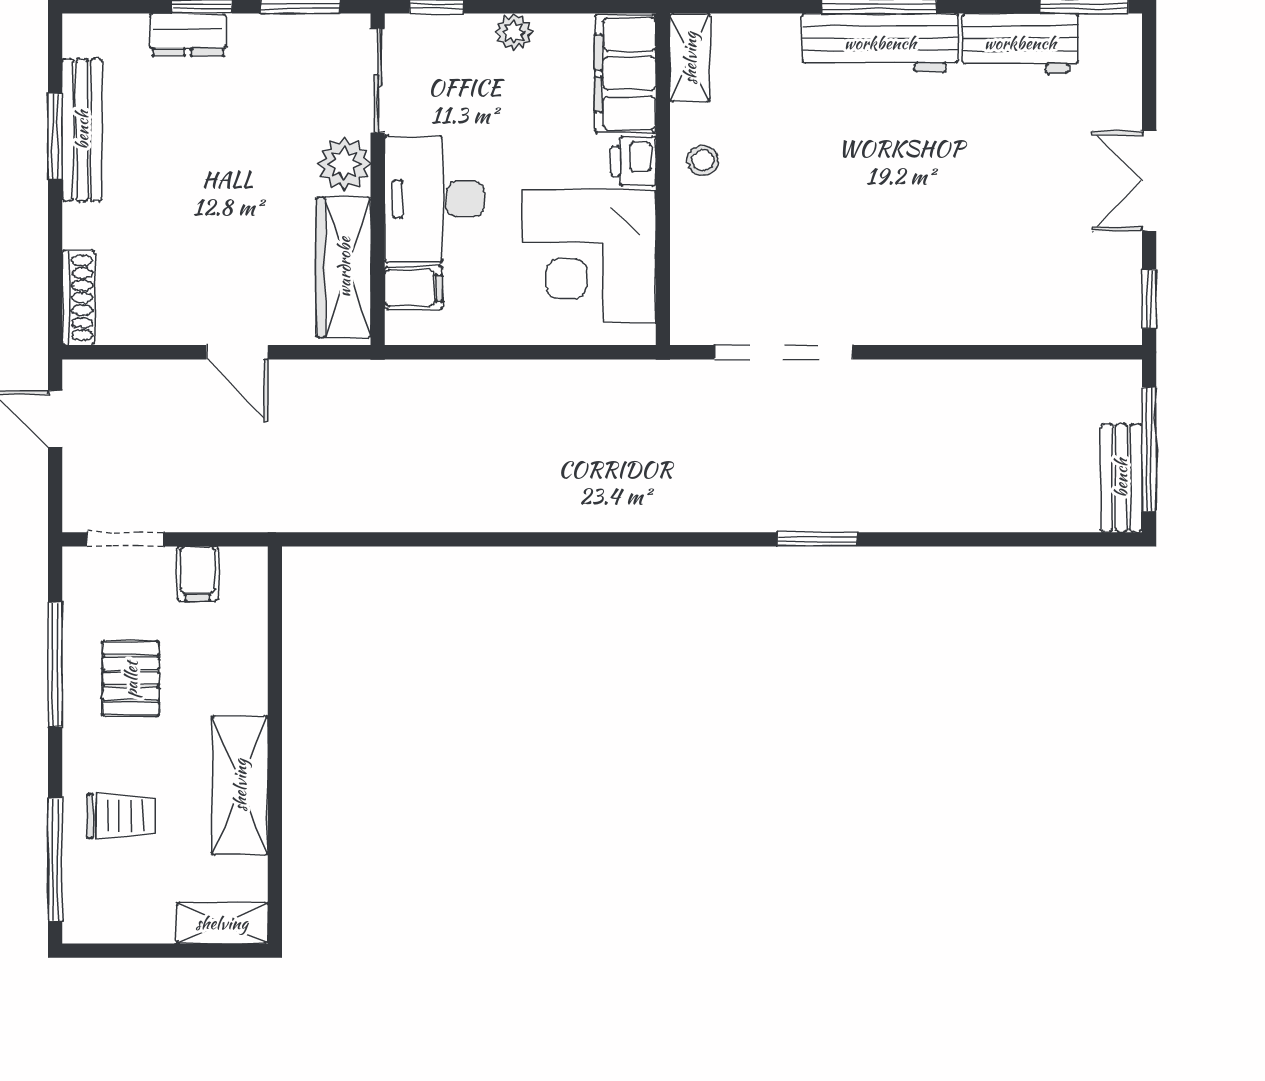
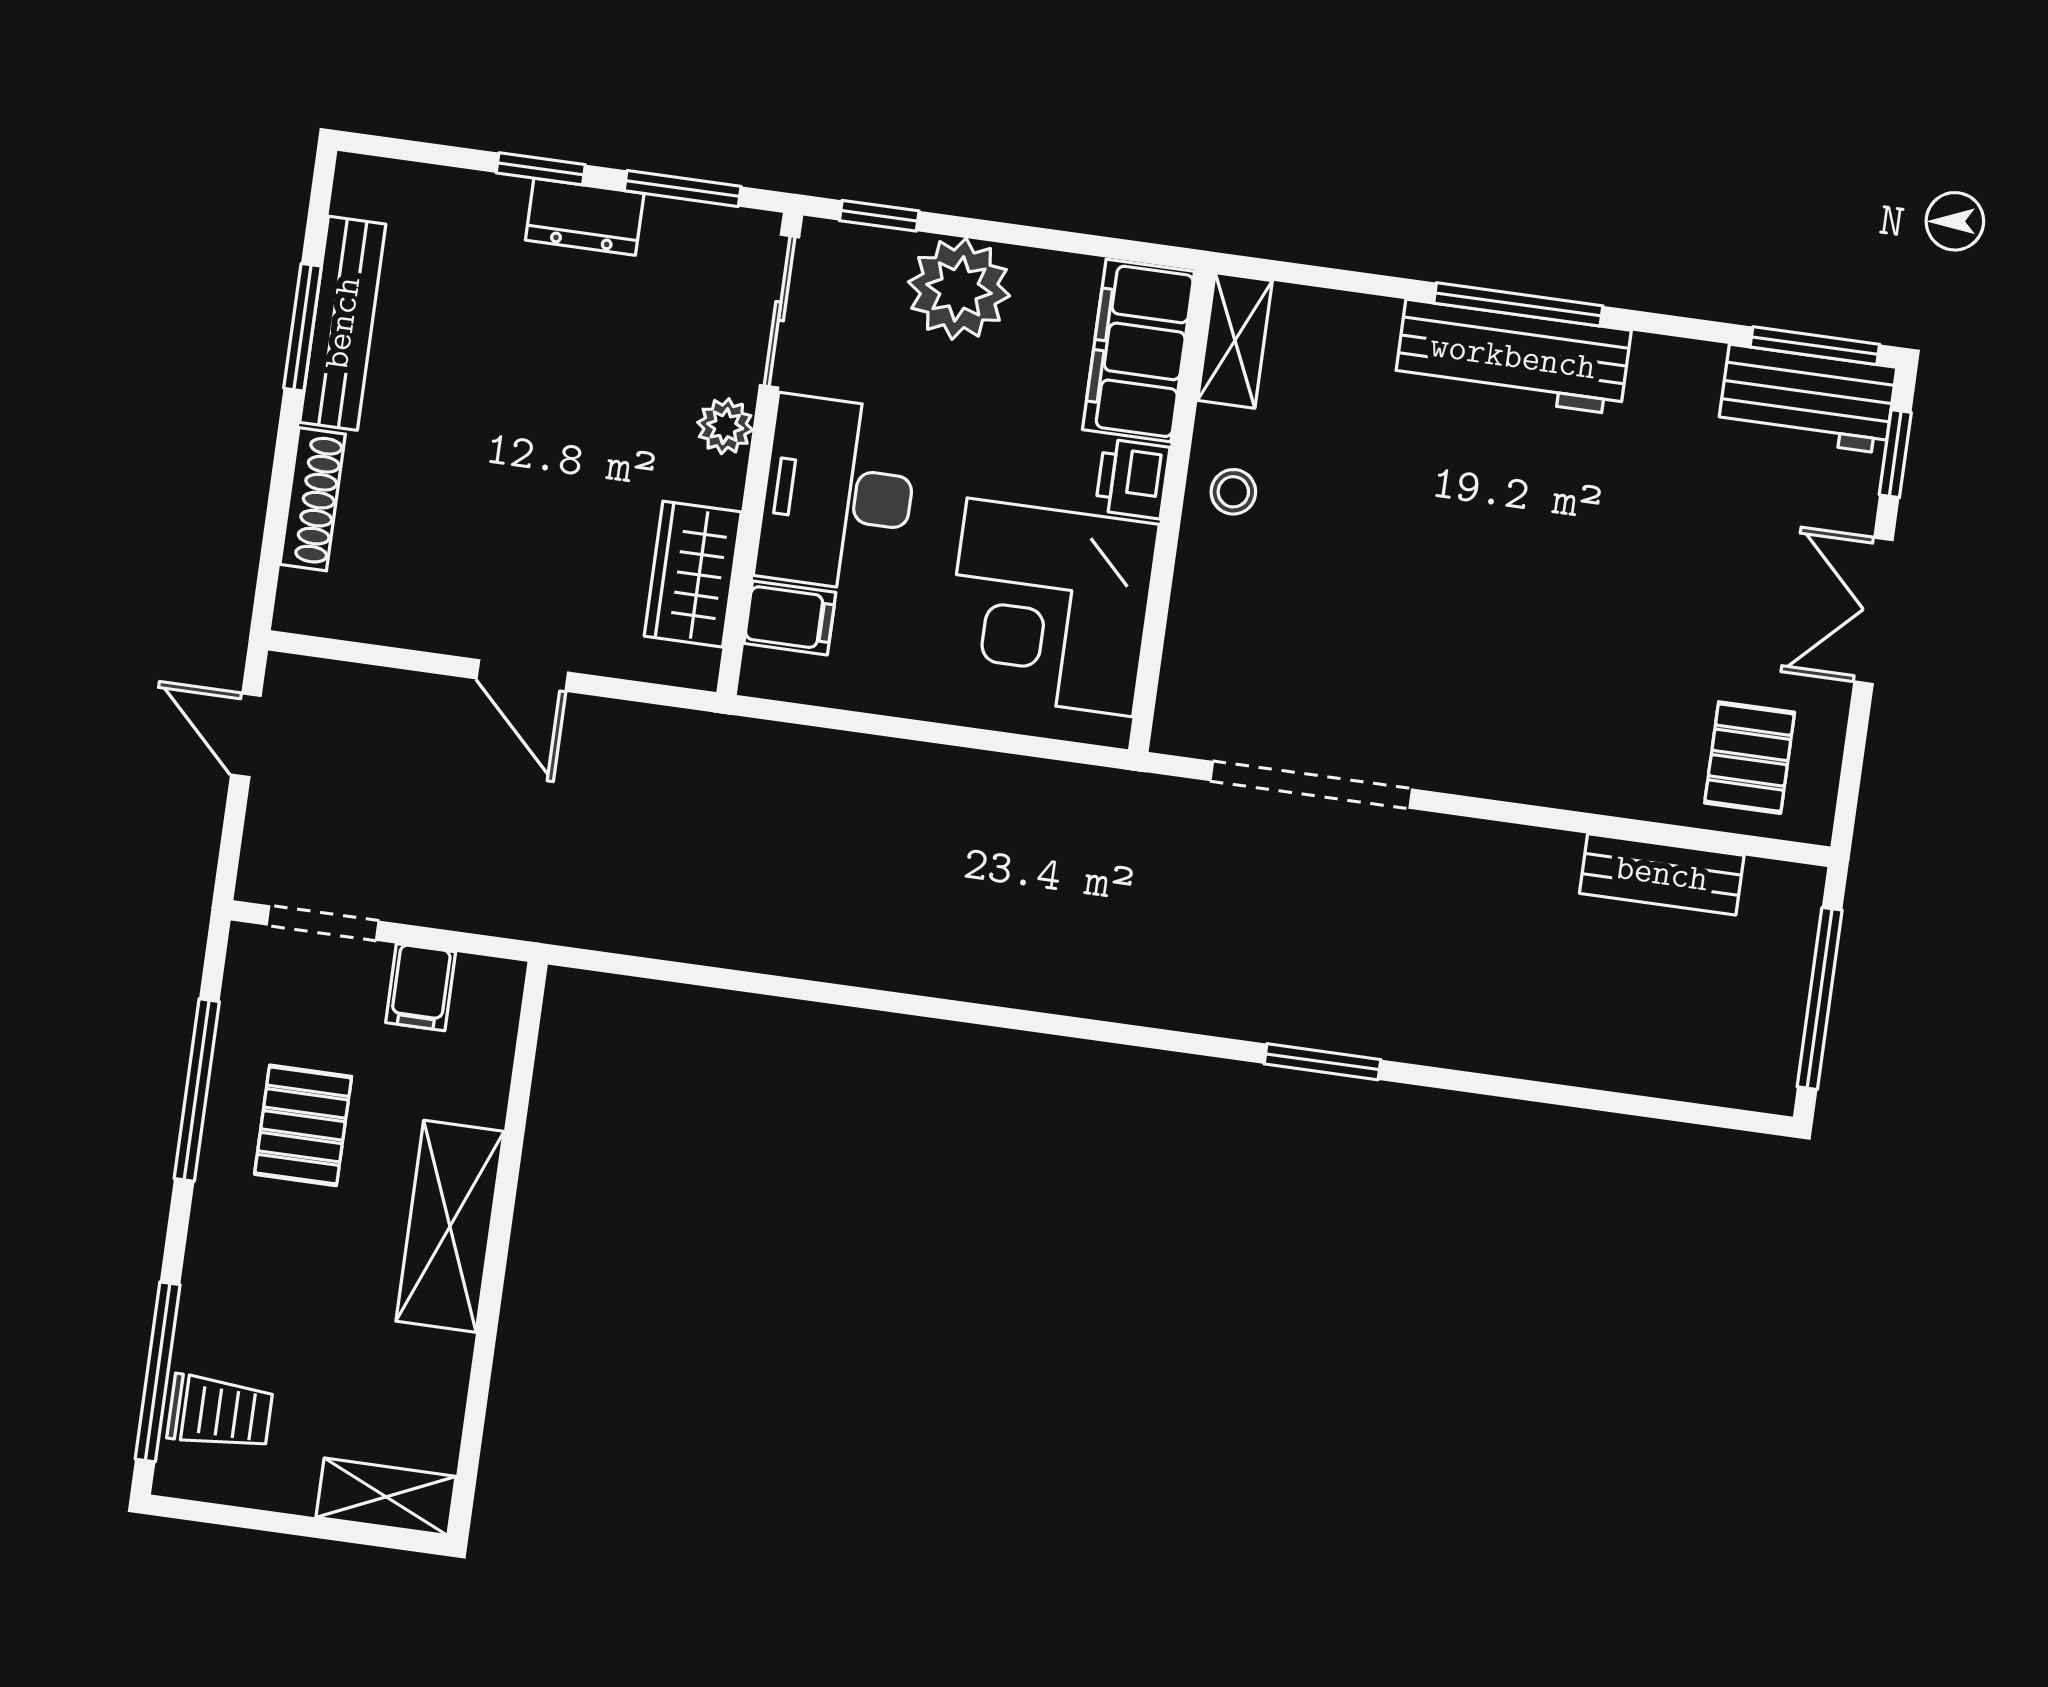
plant: (514, 32) -> (959, 289), width x1.88, depth x1.88
dresser: (188, 35) -> (585, 217), moved
workbench: (1020, 43) -> (1807, 399), moved
plant: (344, 164) -> (725, 426), width x0.73, depth x0.73
wardrobe: (344, 267) -> (693, 574), width x0.67
pallet: (1079, 292) -> (1750, 758), added
shoe rack: (78, 298) -> (313, 499), moved
window: (1149, 299) -> (1895, 454), moved
bench: (1121, 478) -> (1662, 874), moved, turned 90
shelving: (240, 785) -> (450, 1226), moved
trolley: (121, 816) -> (220, 1412), moved

